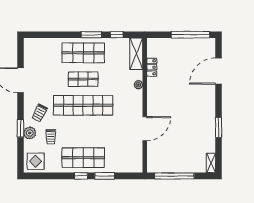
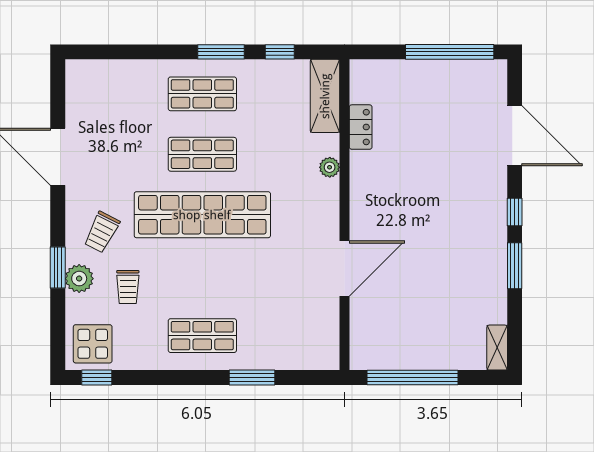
shop shelf: (83, 53) -> (202, 94), width x0.70, depth x0.74
door: (219, 71) -> (515, 136), swing flipped
window: (219, 104) -> (515, 212), added
shop shelf: (83, 158) -> (202, 336), width x0.70, depth x0.74
window: (81, 176) -> (97, 378), moved

